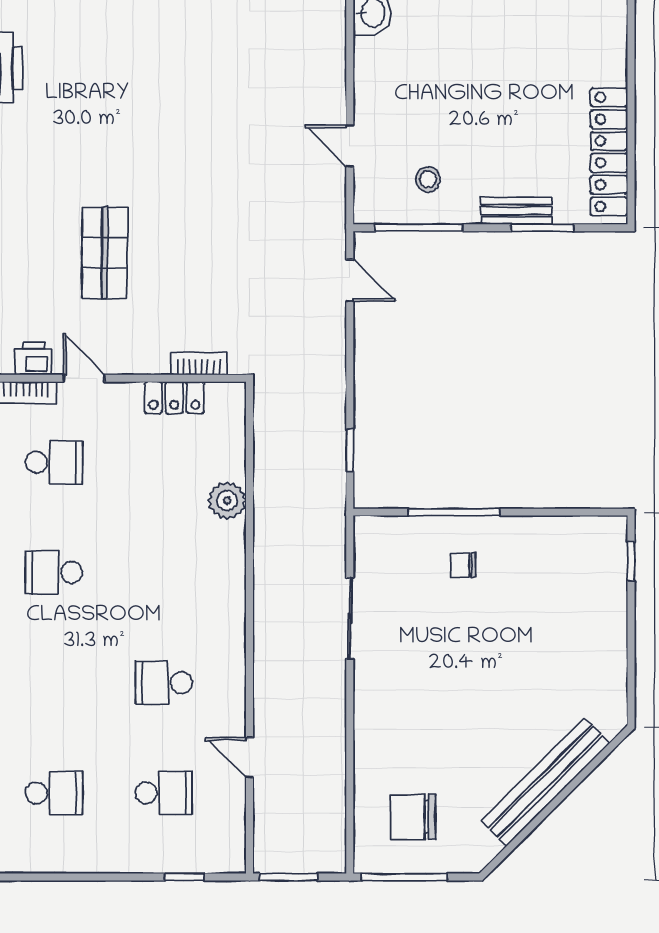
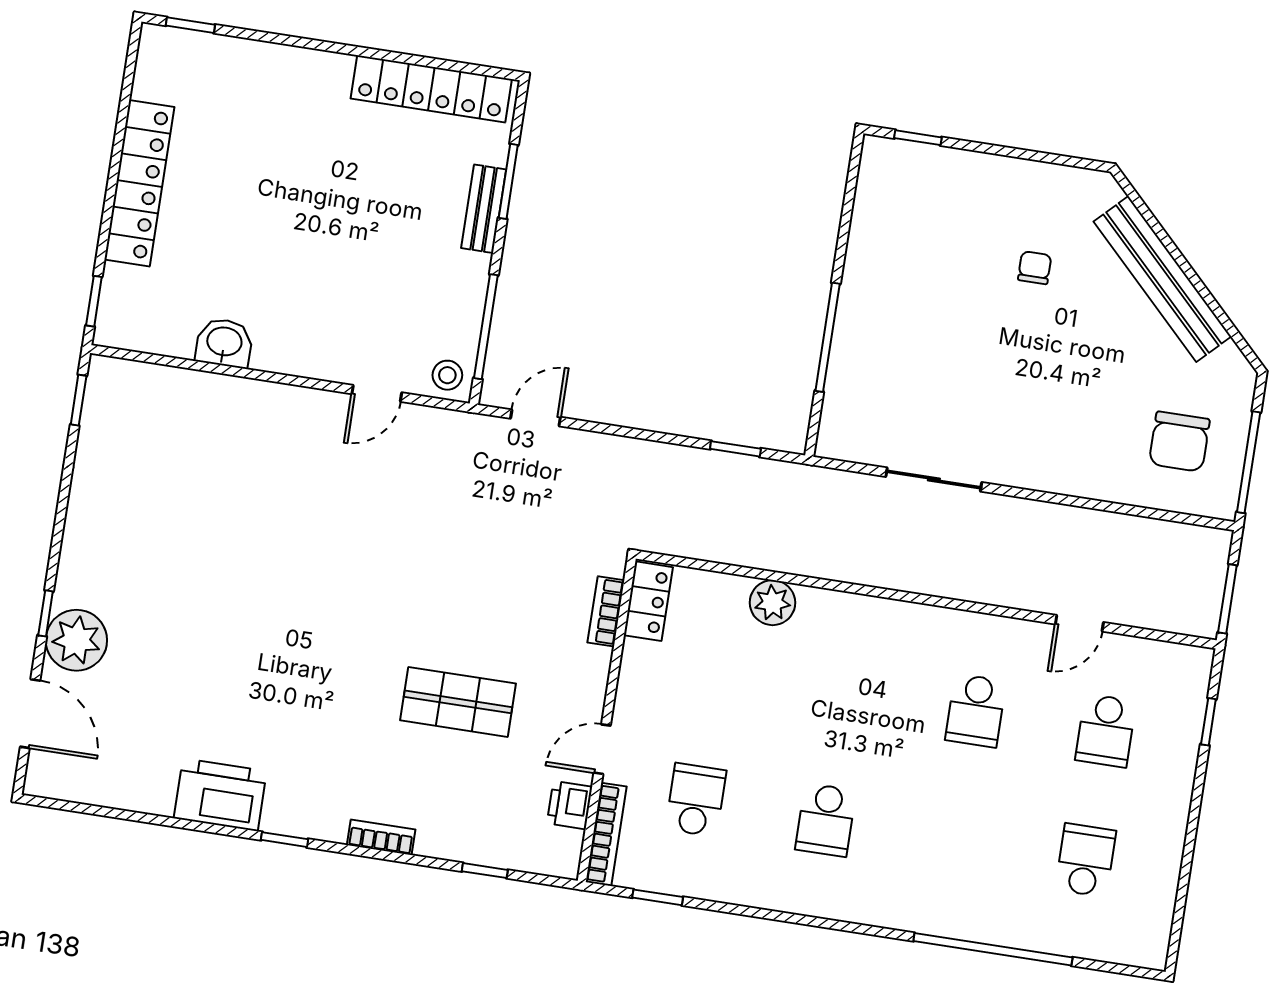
stool: (428, 179) -> (447, 375), moved
locker: (174, 397) -> (648, 601), moved
chair: (463, 565) -> (1035, 268), moved, turned 180
school desk: (164, 793) -> (1106, 731), turned 180

